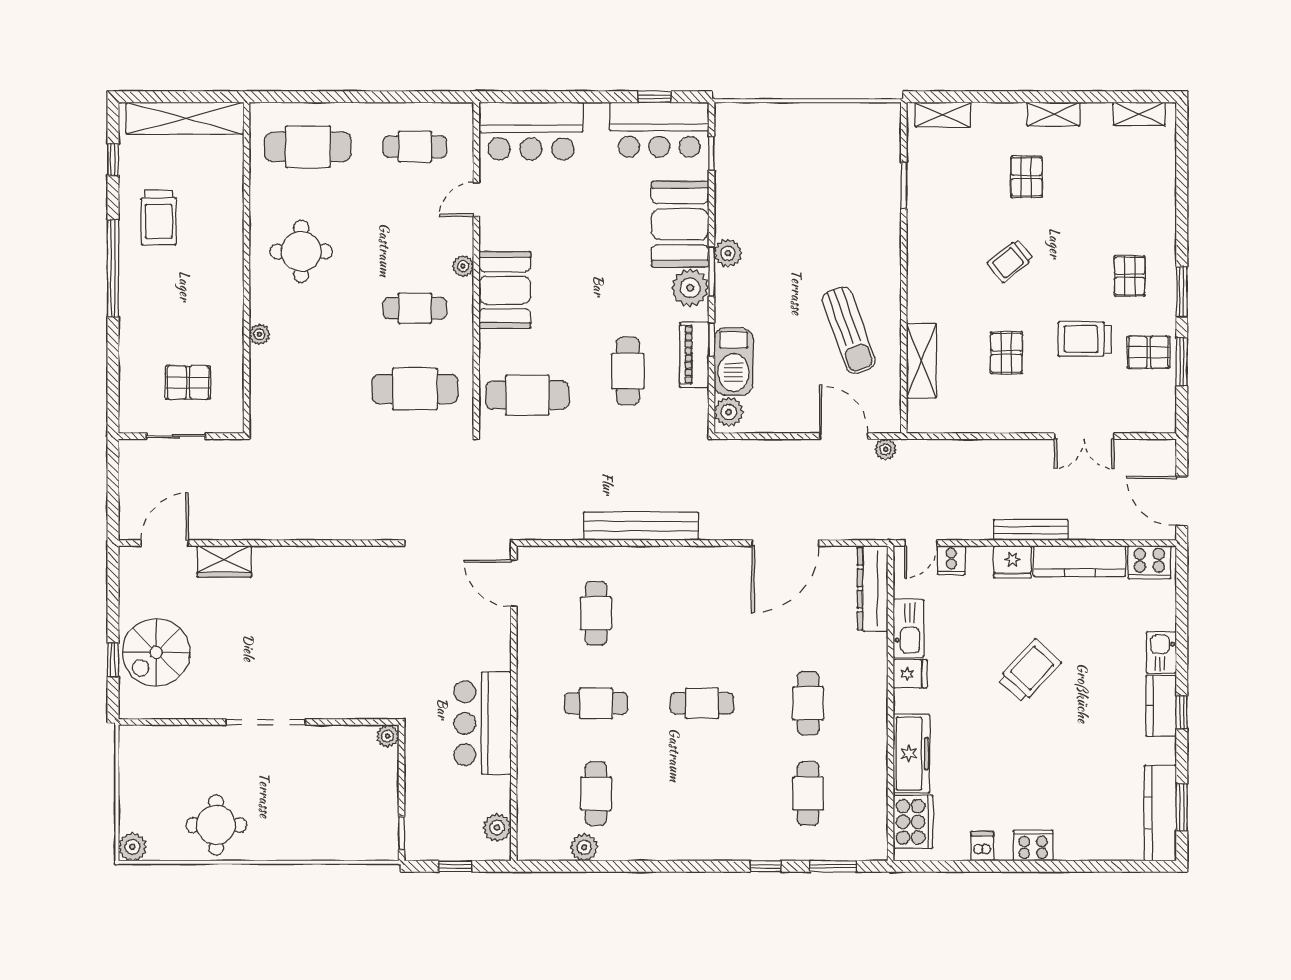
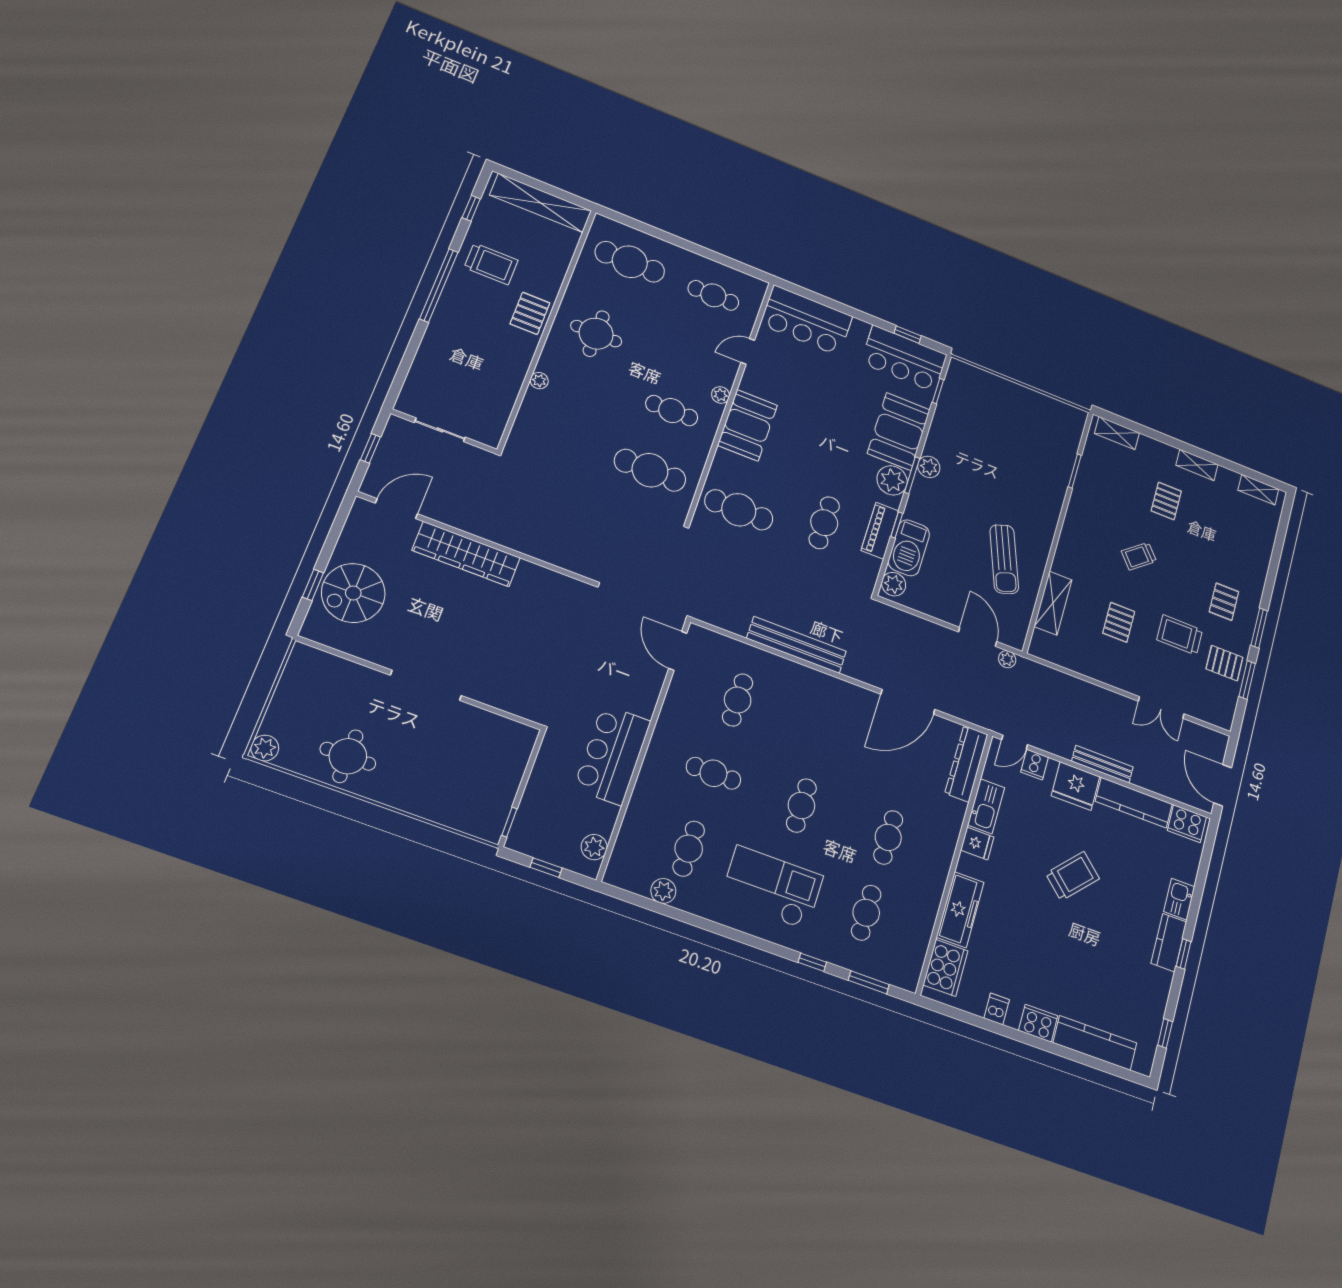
trolley: (159, 218) -> (491, 264), turned -90
pallet: (188, 383) -> (530, 313), moved, turned 90
window: (113, 487) -> (370, 448), added
wardrobe: (224, 561) -> (466, 554), width x2.10, depth x1.17
fridge: (1012, 562) -> (1075, 786), width x1.36, depth x1.34
cafe table: (702, 703) -> (801, 806), turned 90
plant: (388, 736) -> (527, 736), removed
checkout: (698, 803) -> (772, 888), added
window: (1182, 807) -> (1165, 1033), width x0.67
kitchen counter: (1160, 813) -> (1095, 1043), moved, turned 90

